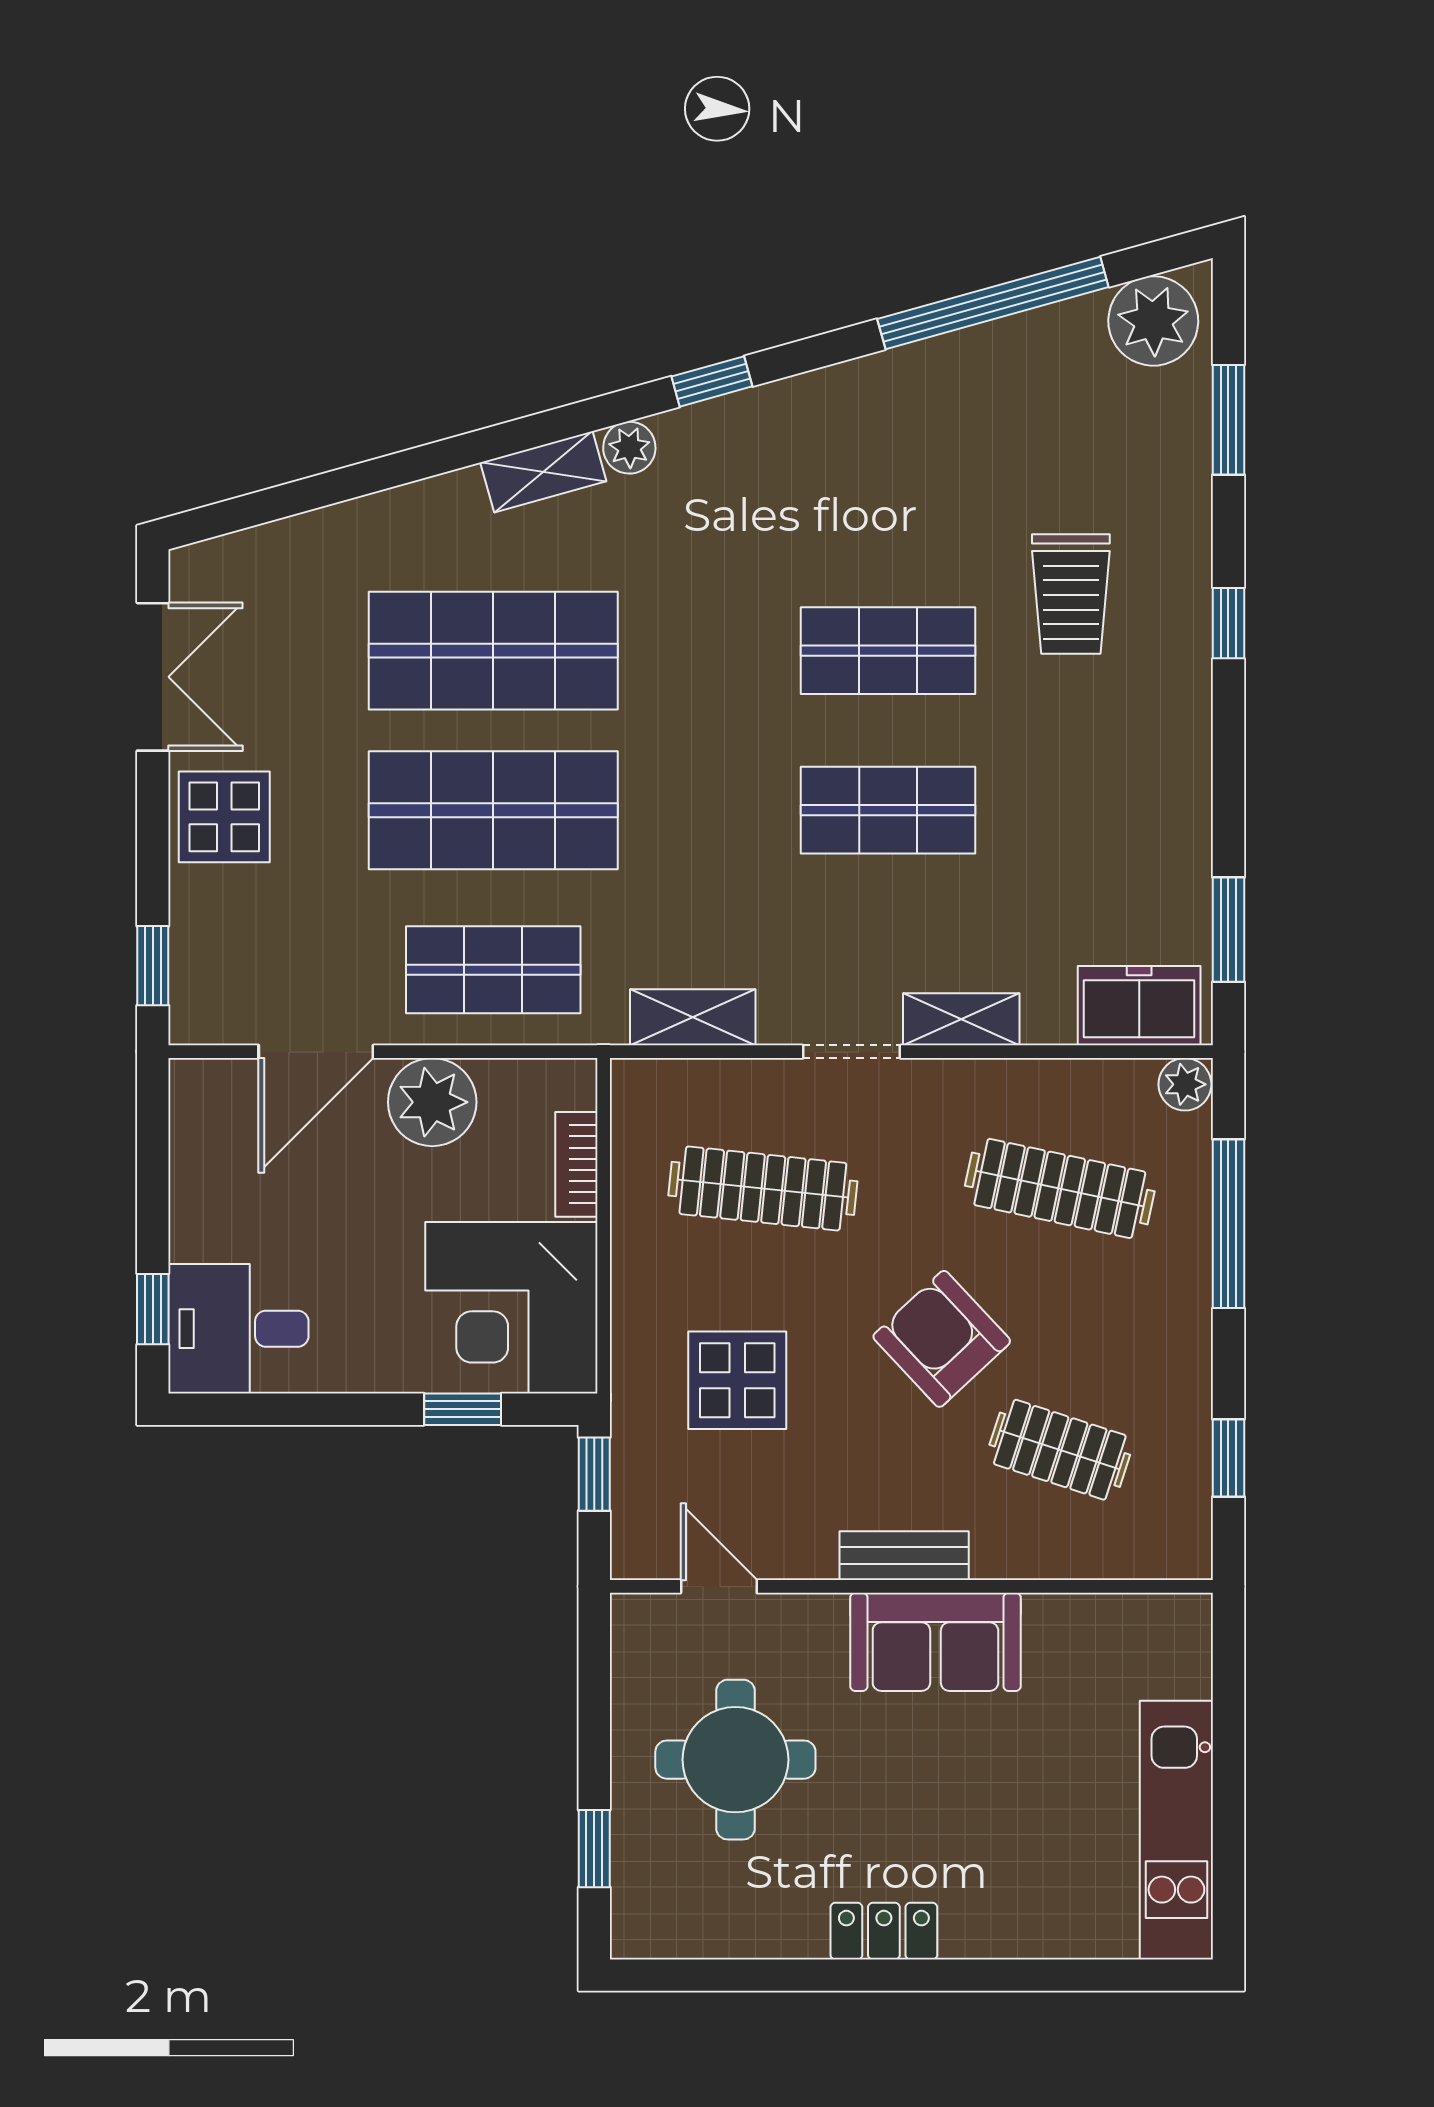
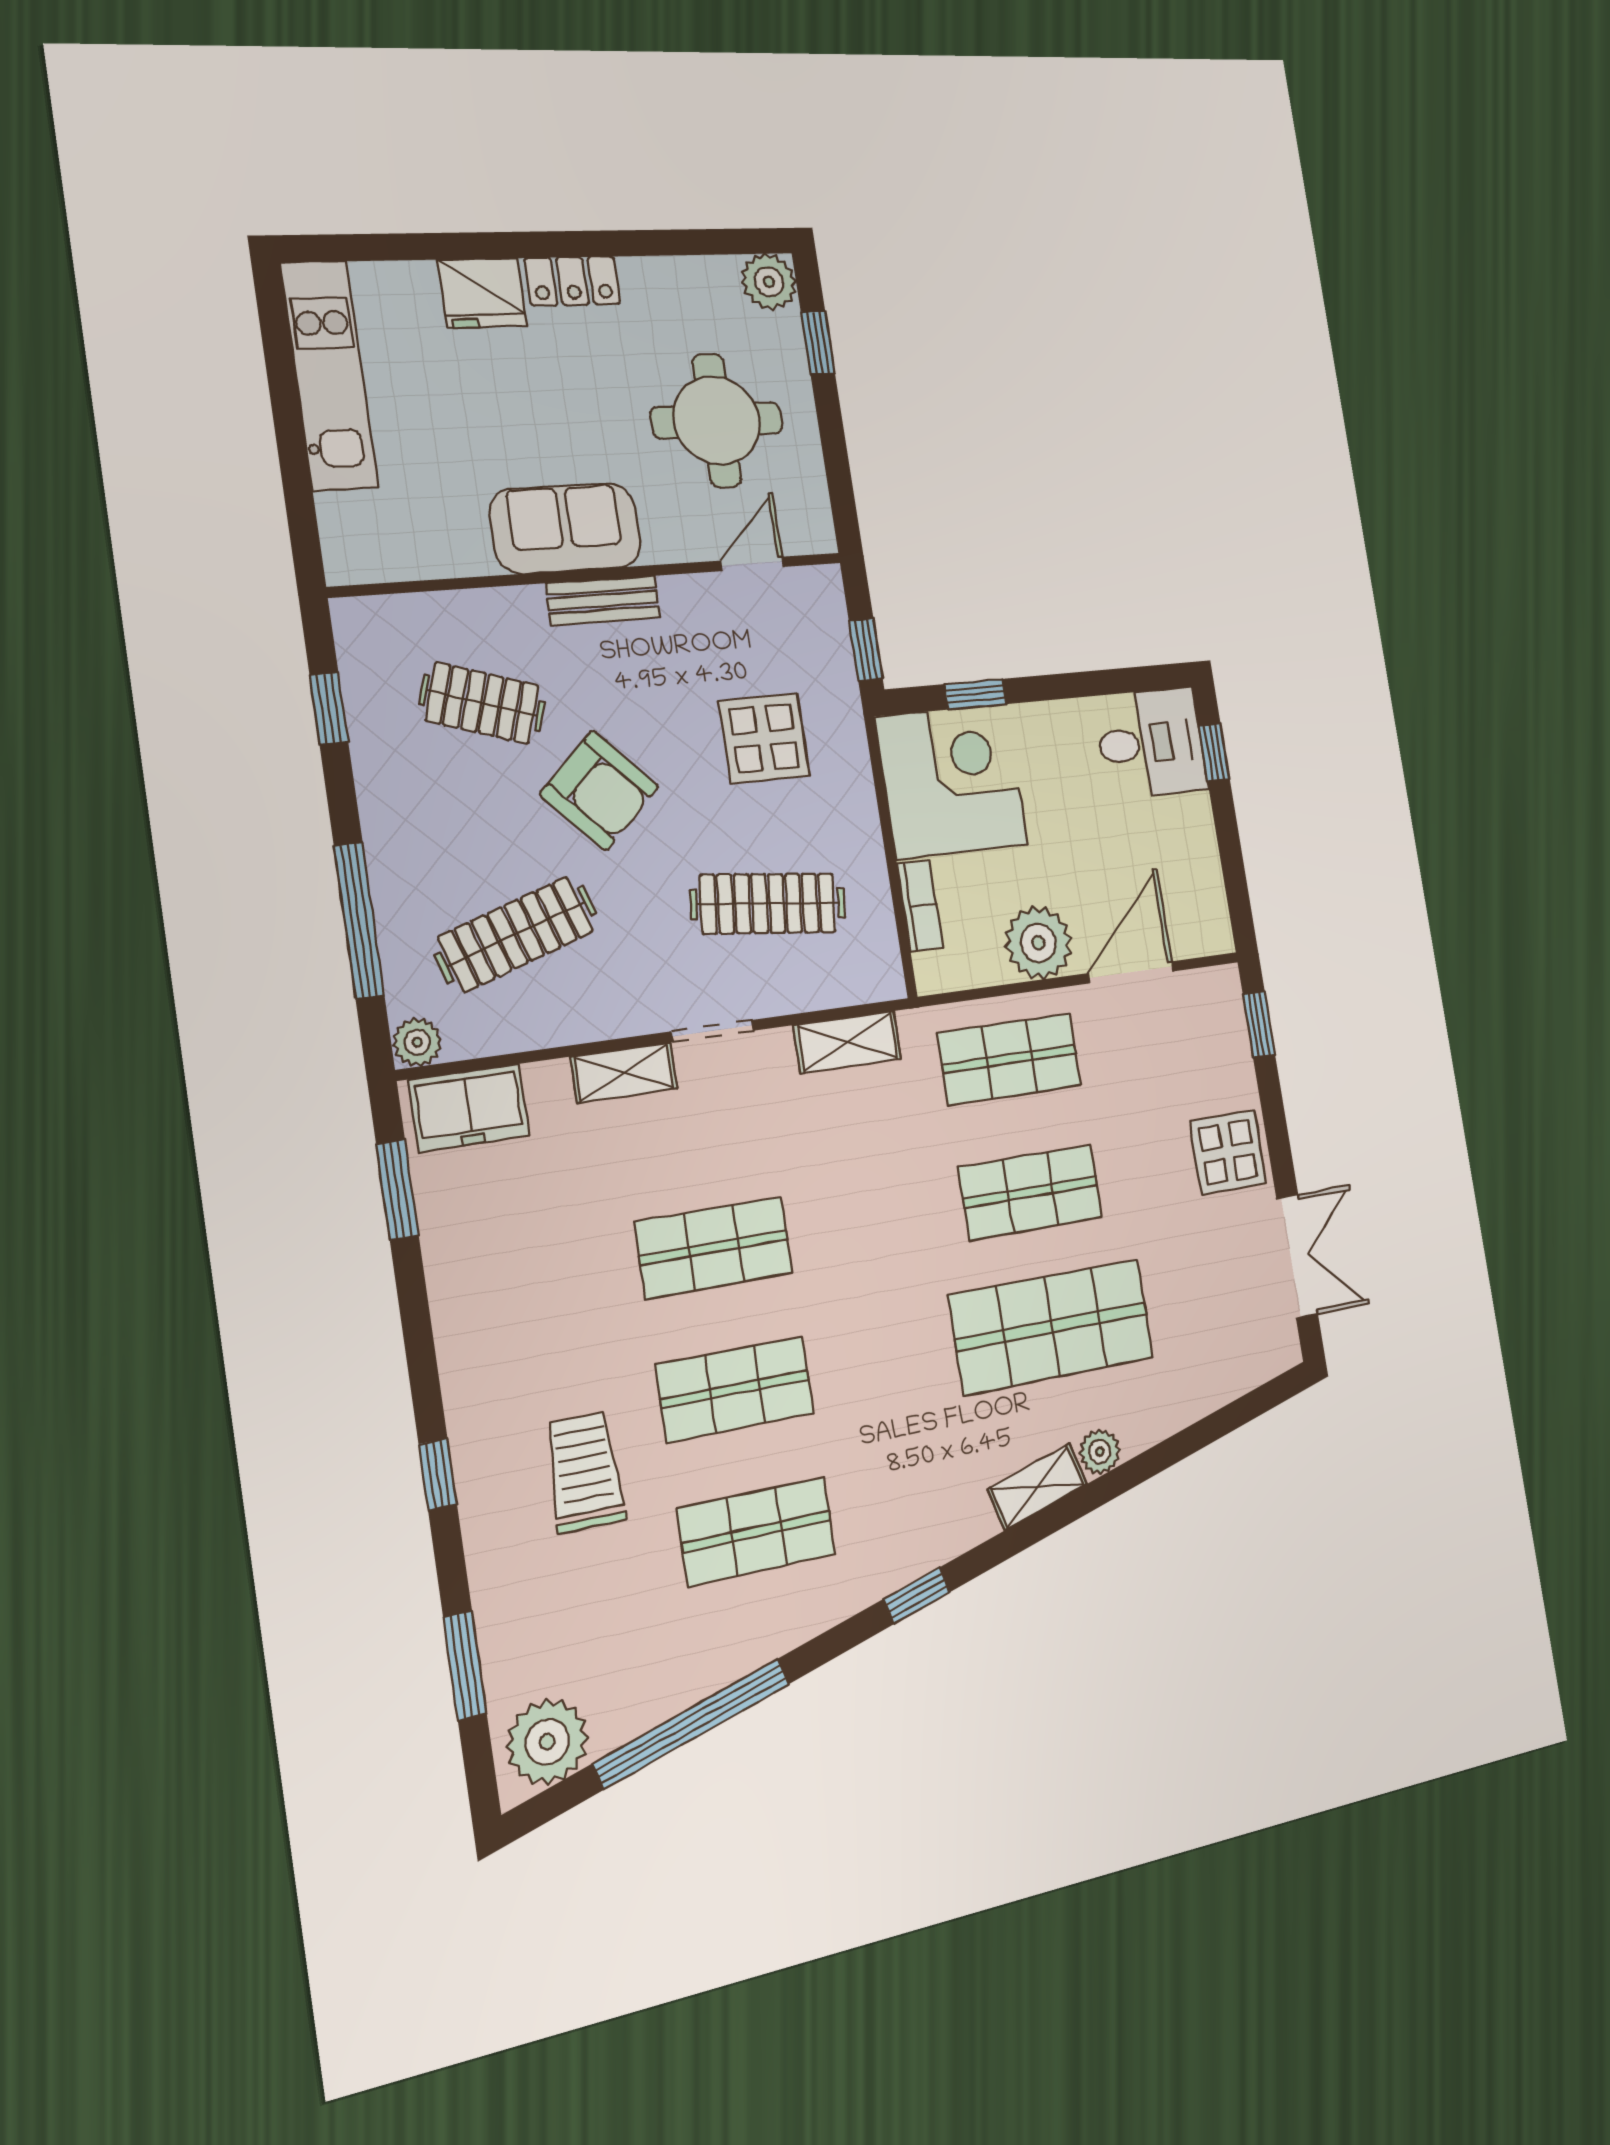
plant: (629, 448) -> (1100, 1452), moved
shop shelf: (888, 491) -> (757, 1532), added
double door: (153, 677) -> (1297, 1256), swing flipped
shop shelf: (493, 810) -> (1031, 1192), width x0.70, depth x0.74
clothes rail: (1060, 1188) -> (516, 934), turned -30
door: (719, 1586) -> (752, 564), swing flipped
fridge: (991, 1920) -> (482, 293), added
plant: (644, 1925) -> (769, 282), added

